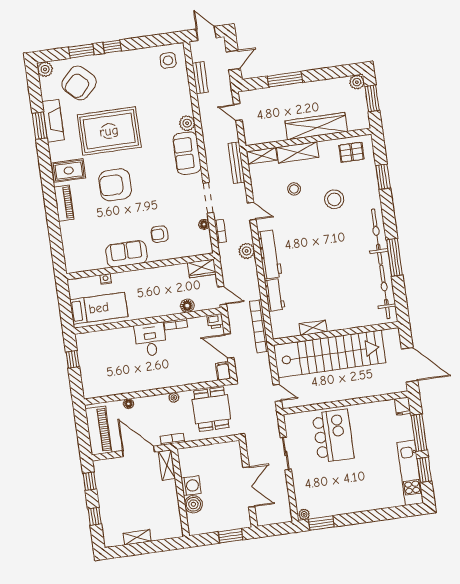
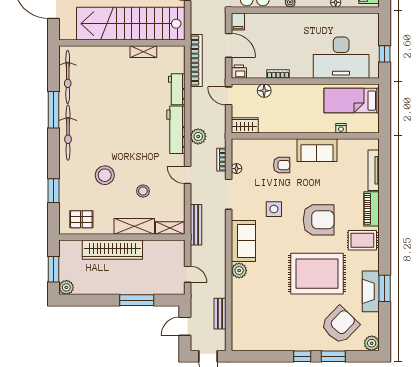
side table: (168, 60) -> (274, 209), moved
tv unit: (67, 242) -> (374, 170), added
desk: (150, 340) -> (341, 58), moved, width x1.87, depth x1.30

